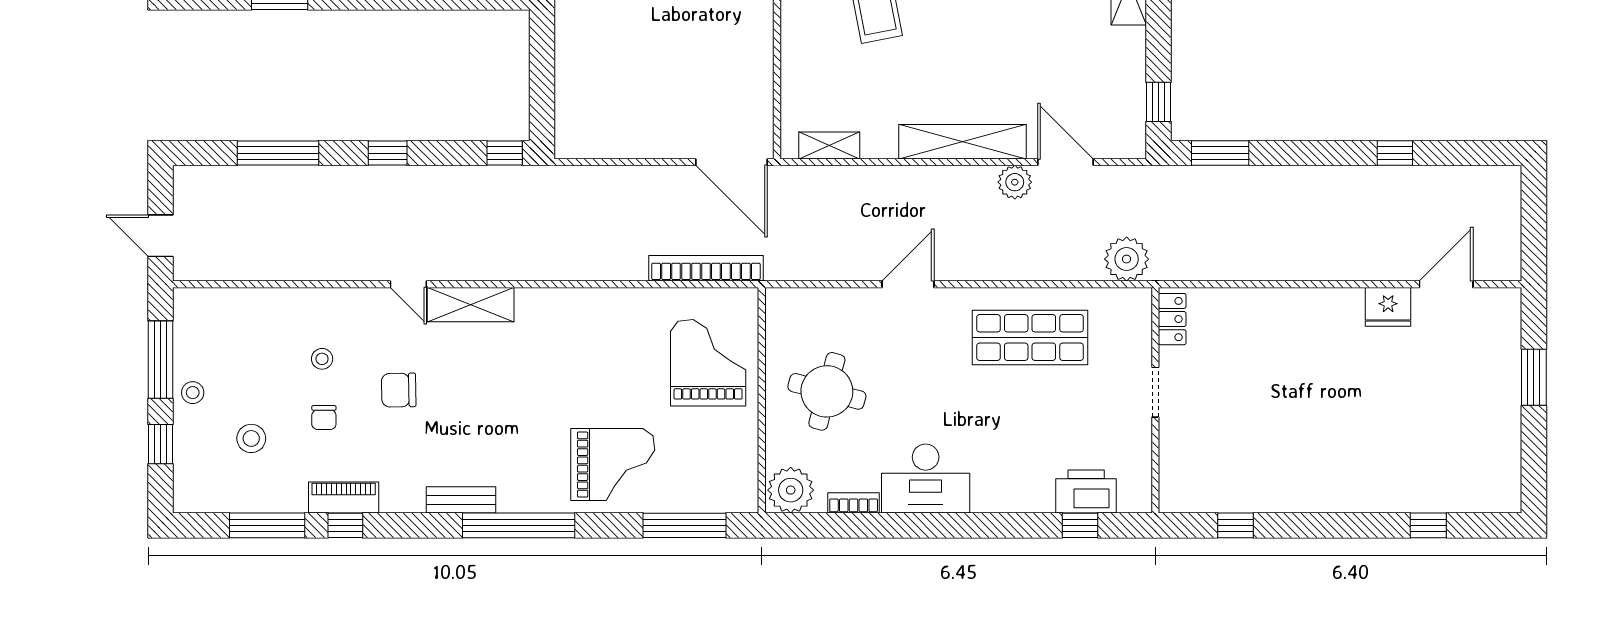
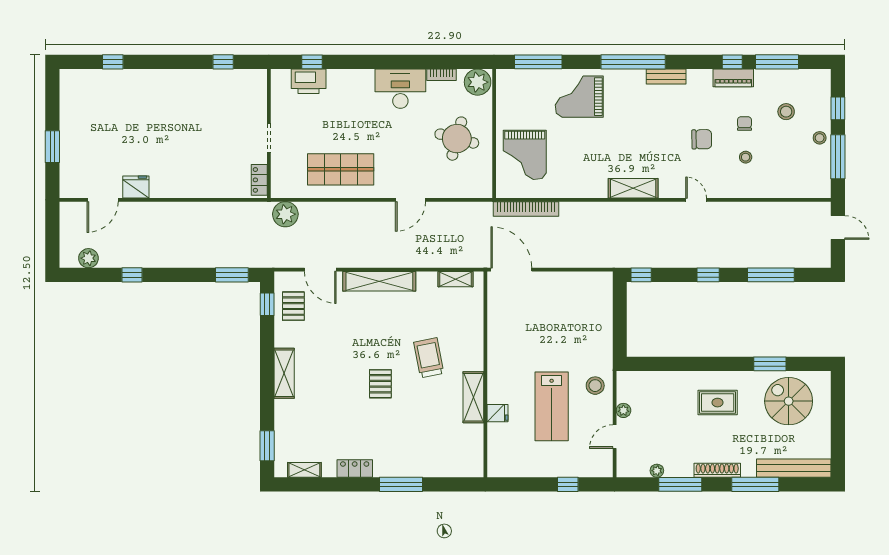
pallet: (1113, 98) -> (293, 306), added
plant: (1015, 182) -> (88, 258), moved
shelving: (471, 305) -> (633, 188), moved

